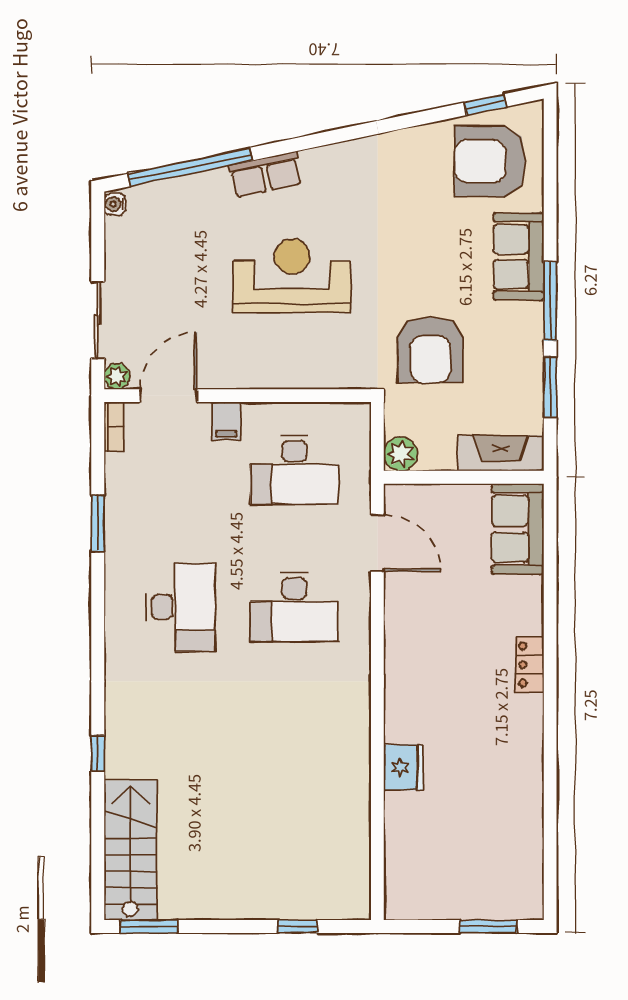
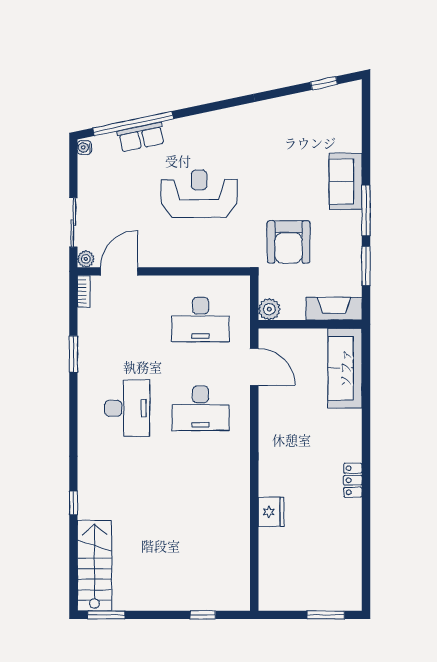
armchair: (490, 161) -> (327, 120), removed
row of seats: (265, 175) -> (141, 137), moved
filing cabinet: (226, 421) -> (156, 288), removed
sofa: (518, 529) -> (345, 368), width x1.36
locker: (530, 665) -> (353, 480), moved

